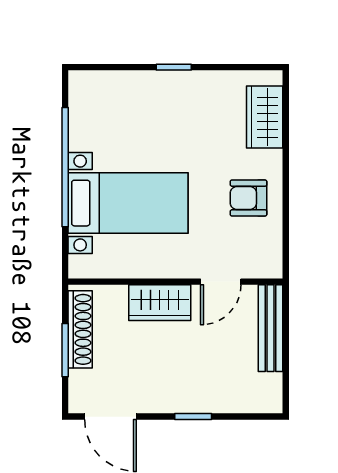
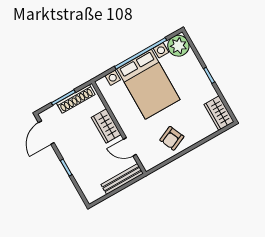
plant: (90, 92) -> (178, 46), added
wardrobe: (265, 117) -> (219, 113), moved, turned -90
armchair: (248, 198) -> (172, 138), turned -114
bed with nightstands: (128, 203) -> (148, 84), width x1.36

